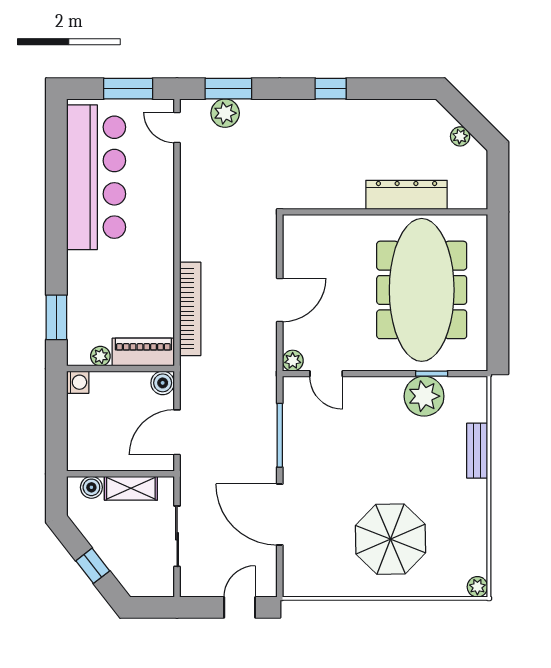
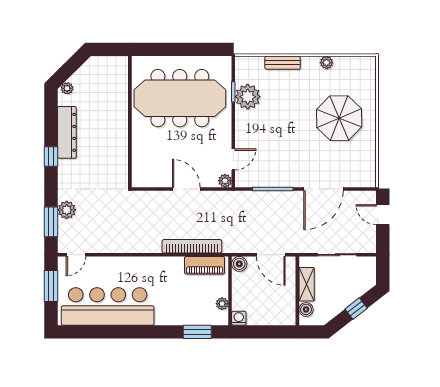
plant: (225, 113) -> (67, 210), moved
plant: (460, 136) -> (67, 88), moved
dresser: (407, 195) -> (67, 132), moved, turned 180
piano: (143, 352) -> (205, 265), moved, turned -90
plant: (477, 587) -> (327, 63), moved

